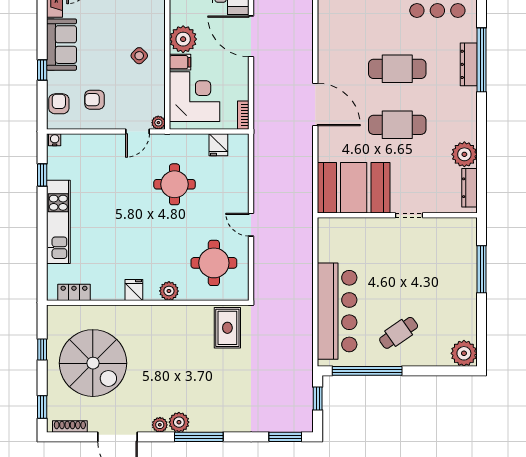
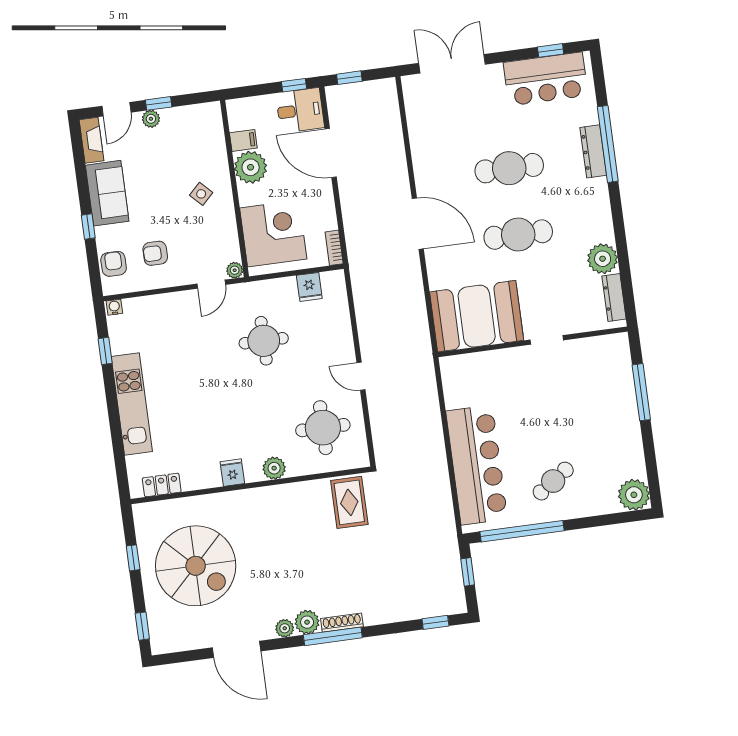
filing cabinet: (180, 62) -> (243, 140), moved
shoe rack: (70, 426) -> (342, 623), moved
window: (285, 437) -> (435, 622), width x0.67

